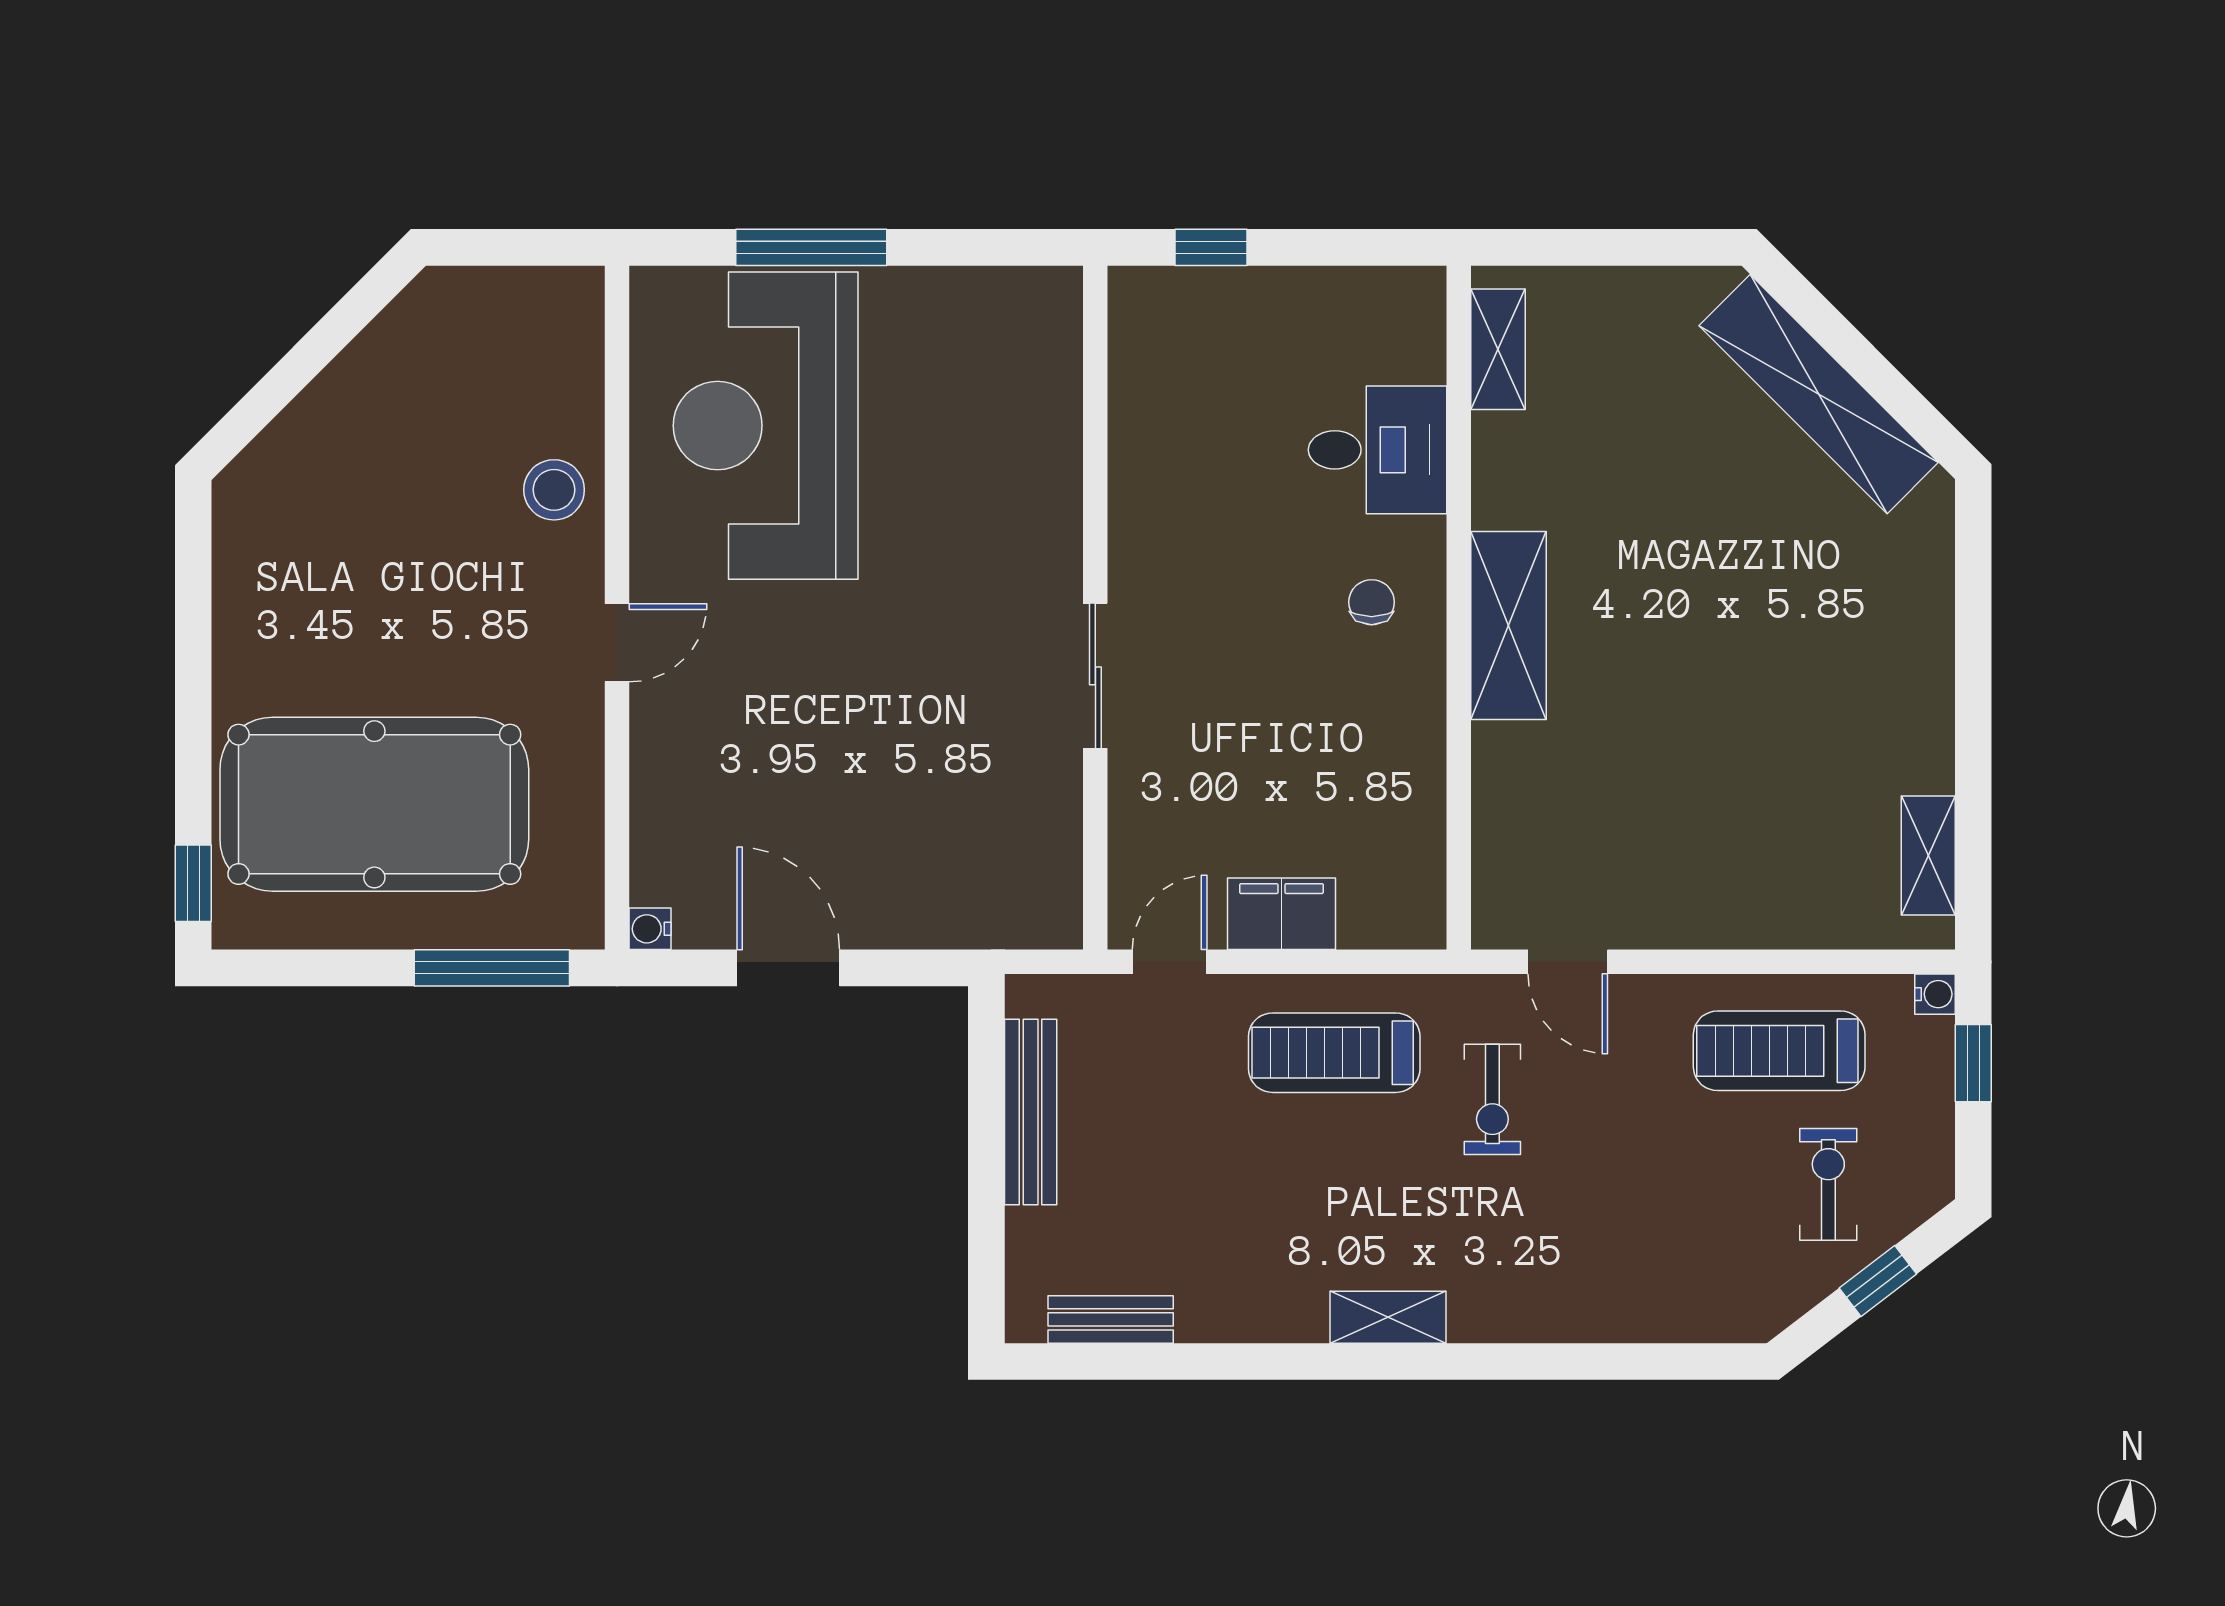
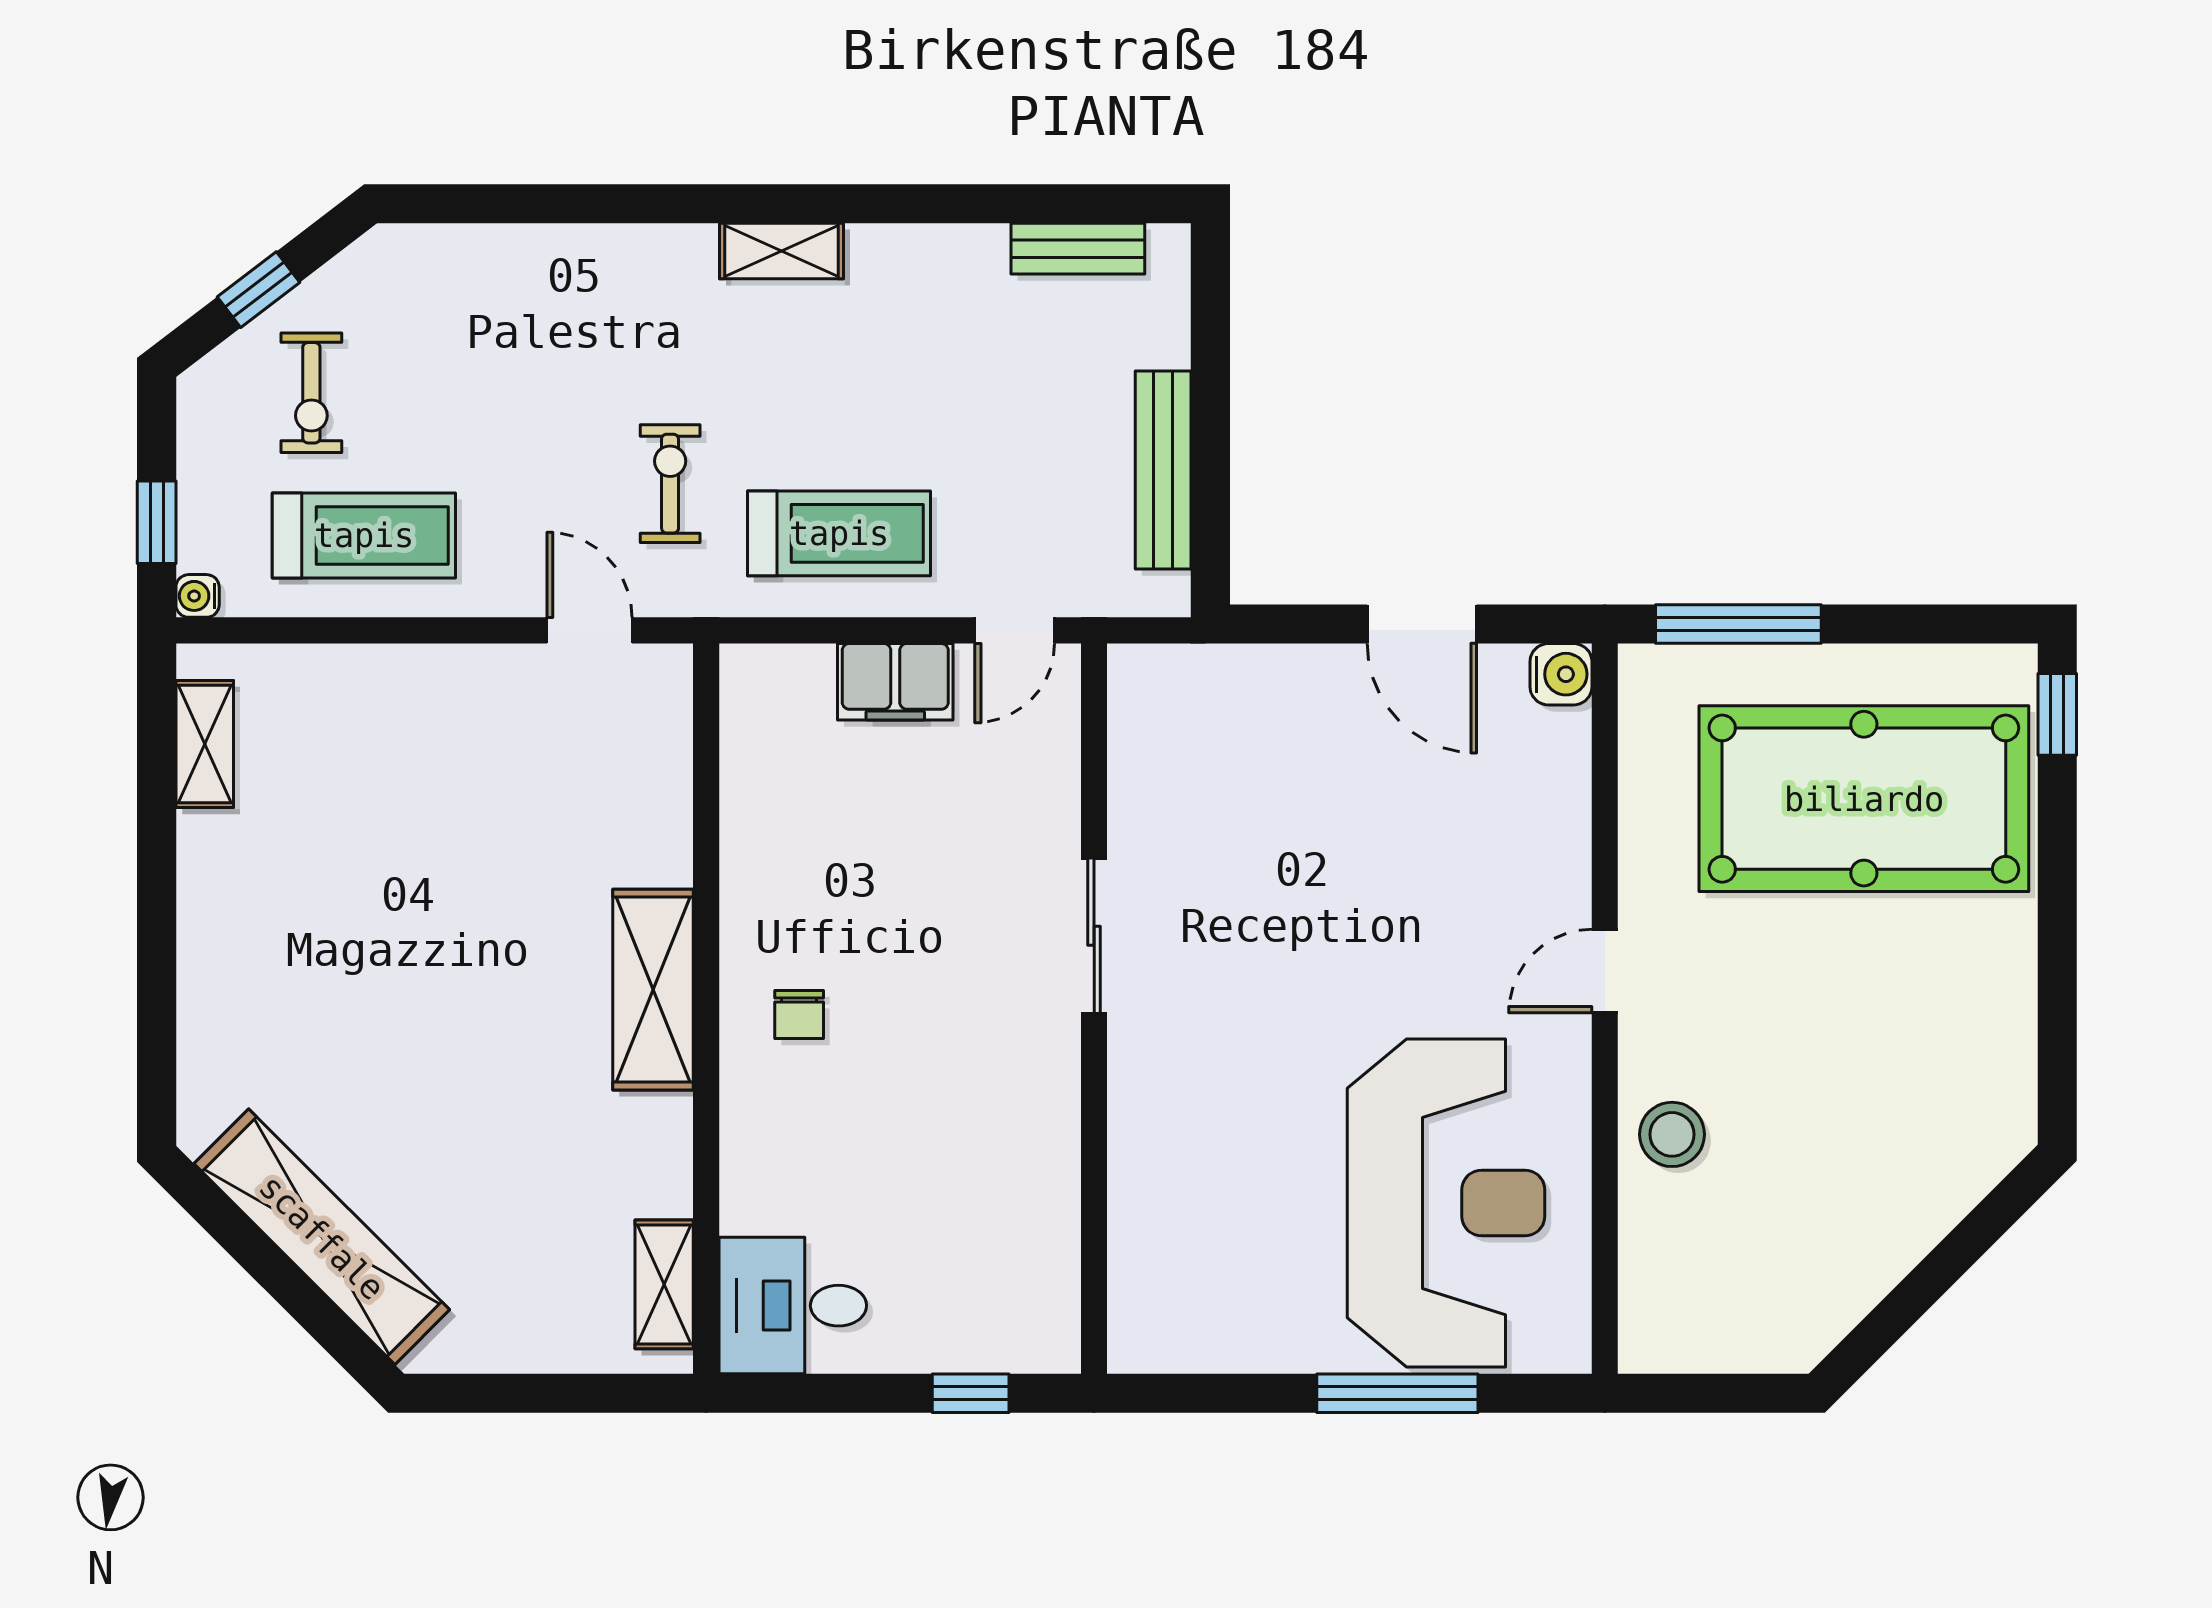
desk: (1377, 450) -> (793, 1306), moved
water cooler: (650, 929) -> (1561, 674), width x1.38, depth x1.38

